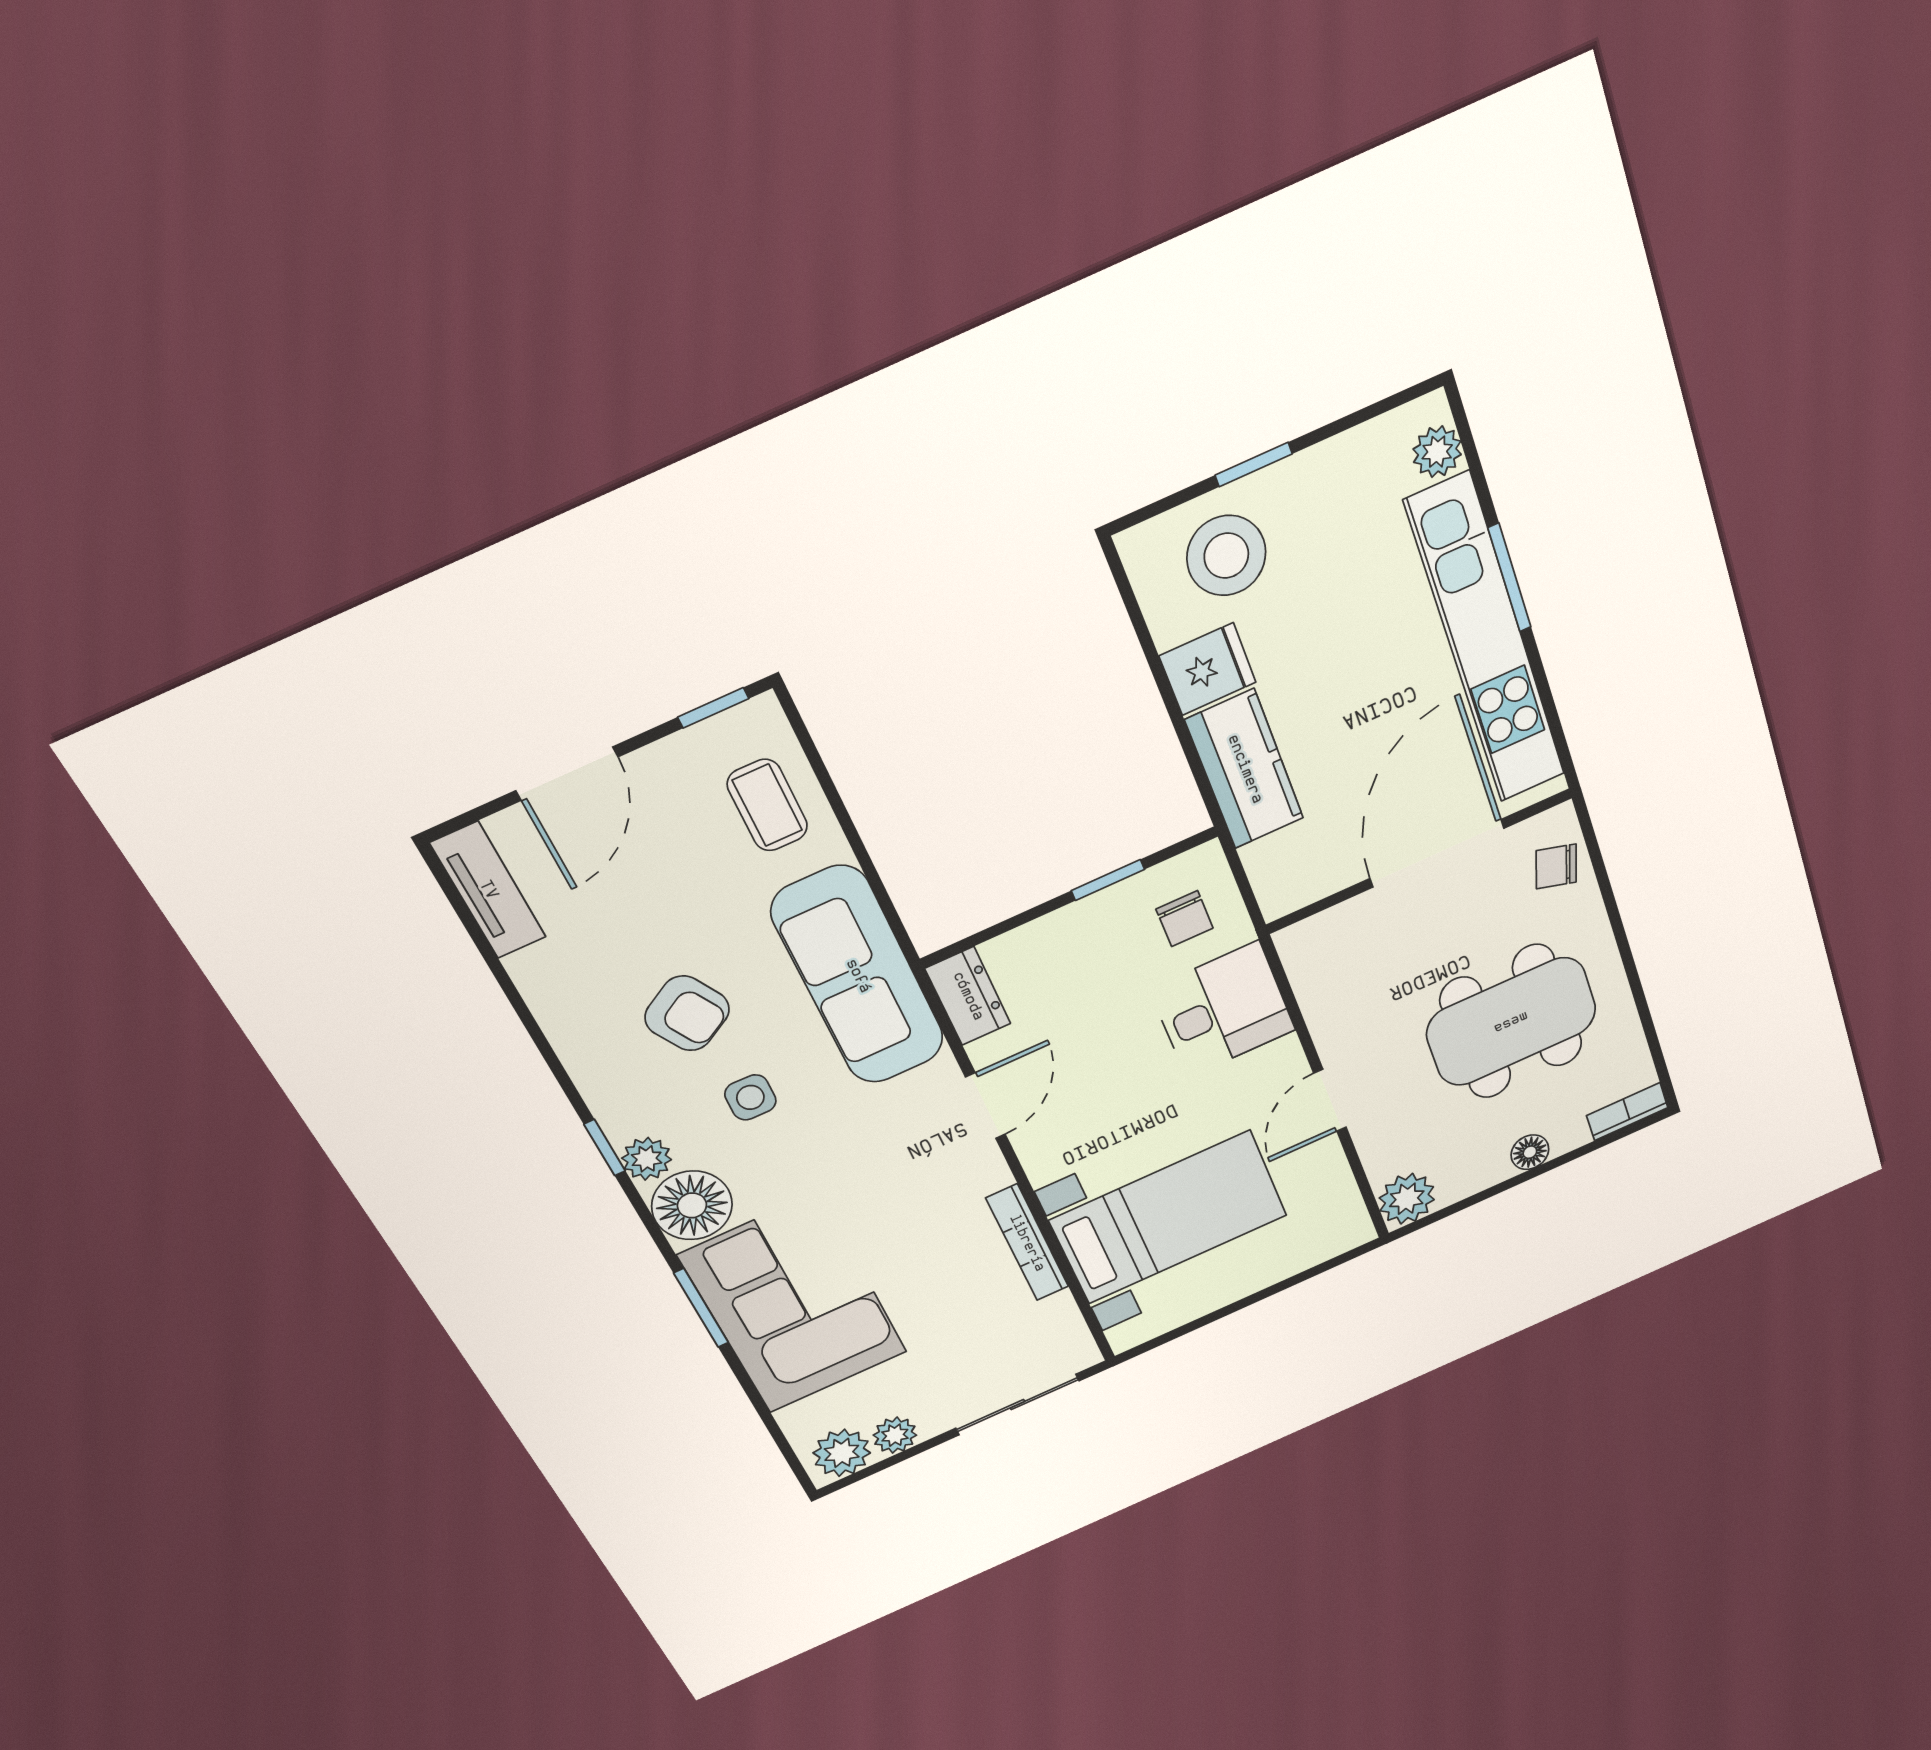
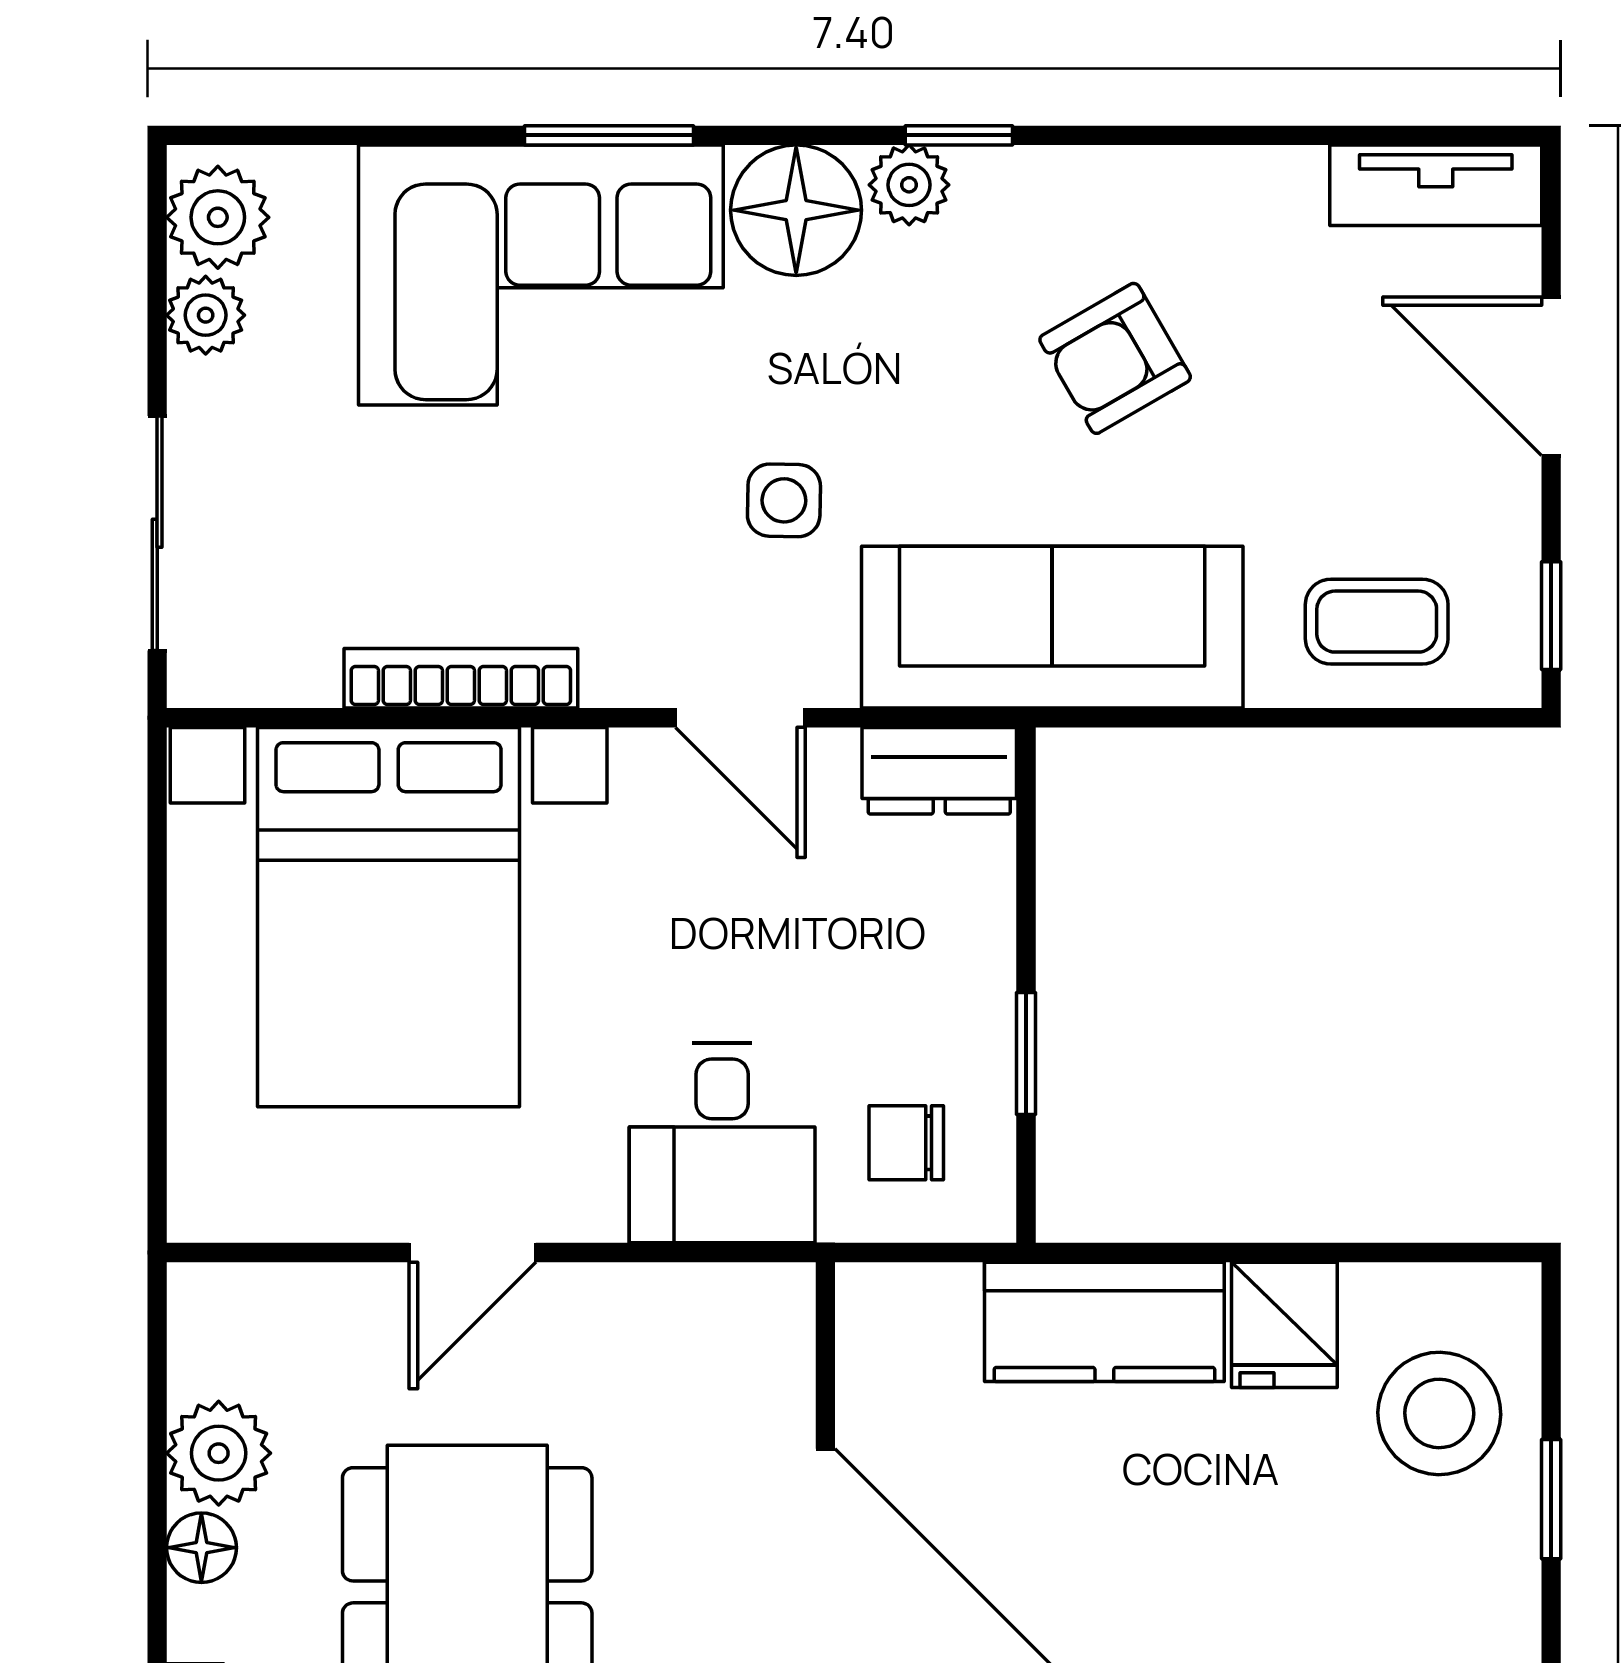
side table: (750, 1097) -> (784, 500), moved
door: (1330, 1100) -> (473, 1252), swing flipped
plant: (1407, 1199) -> (219, 1453), moved
bed with nightstands: (1169, 1218) -> (389, 917), width x1.36

